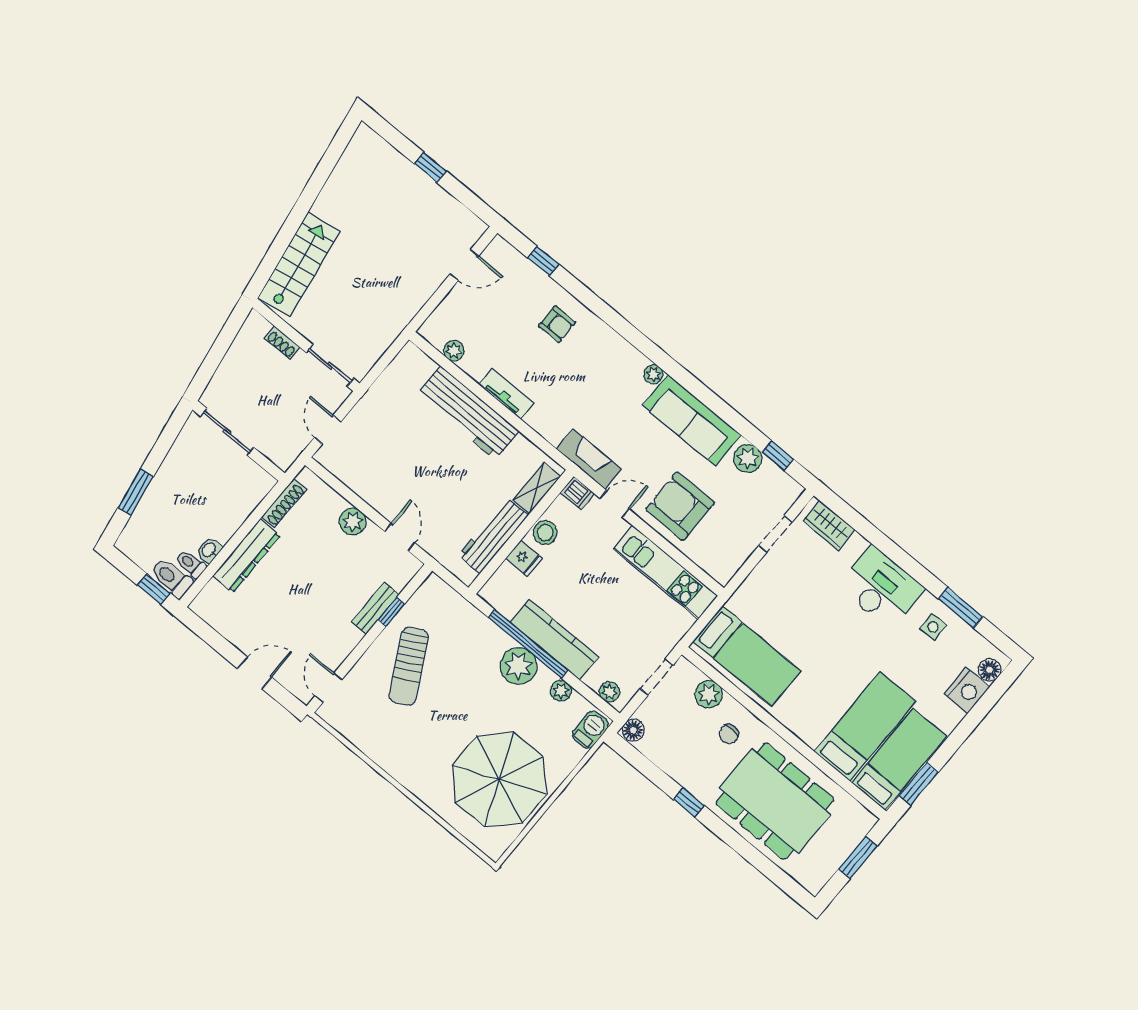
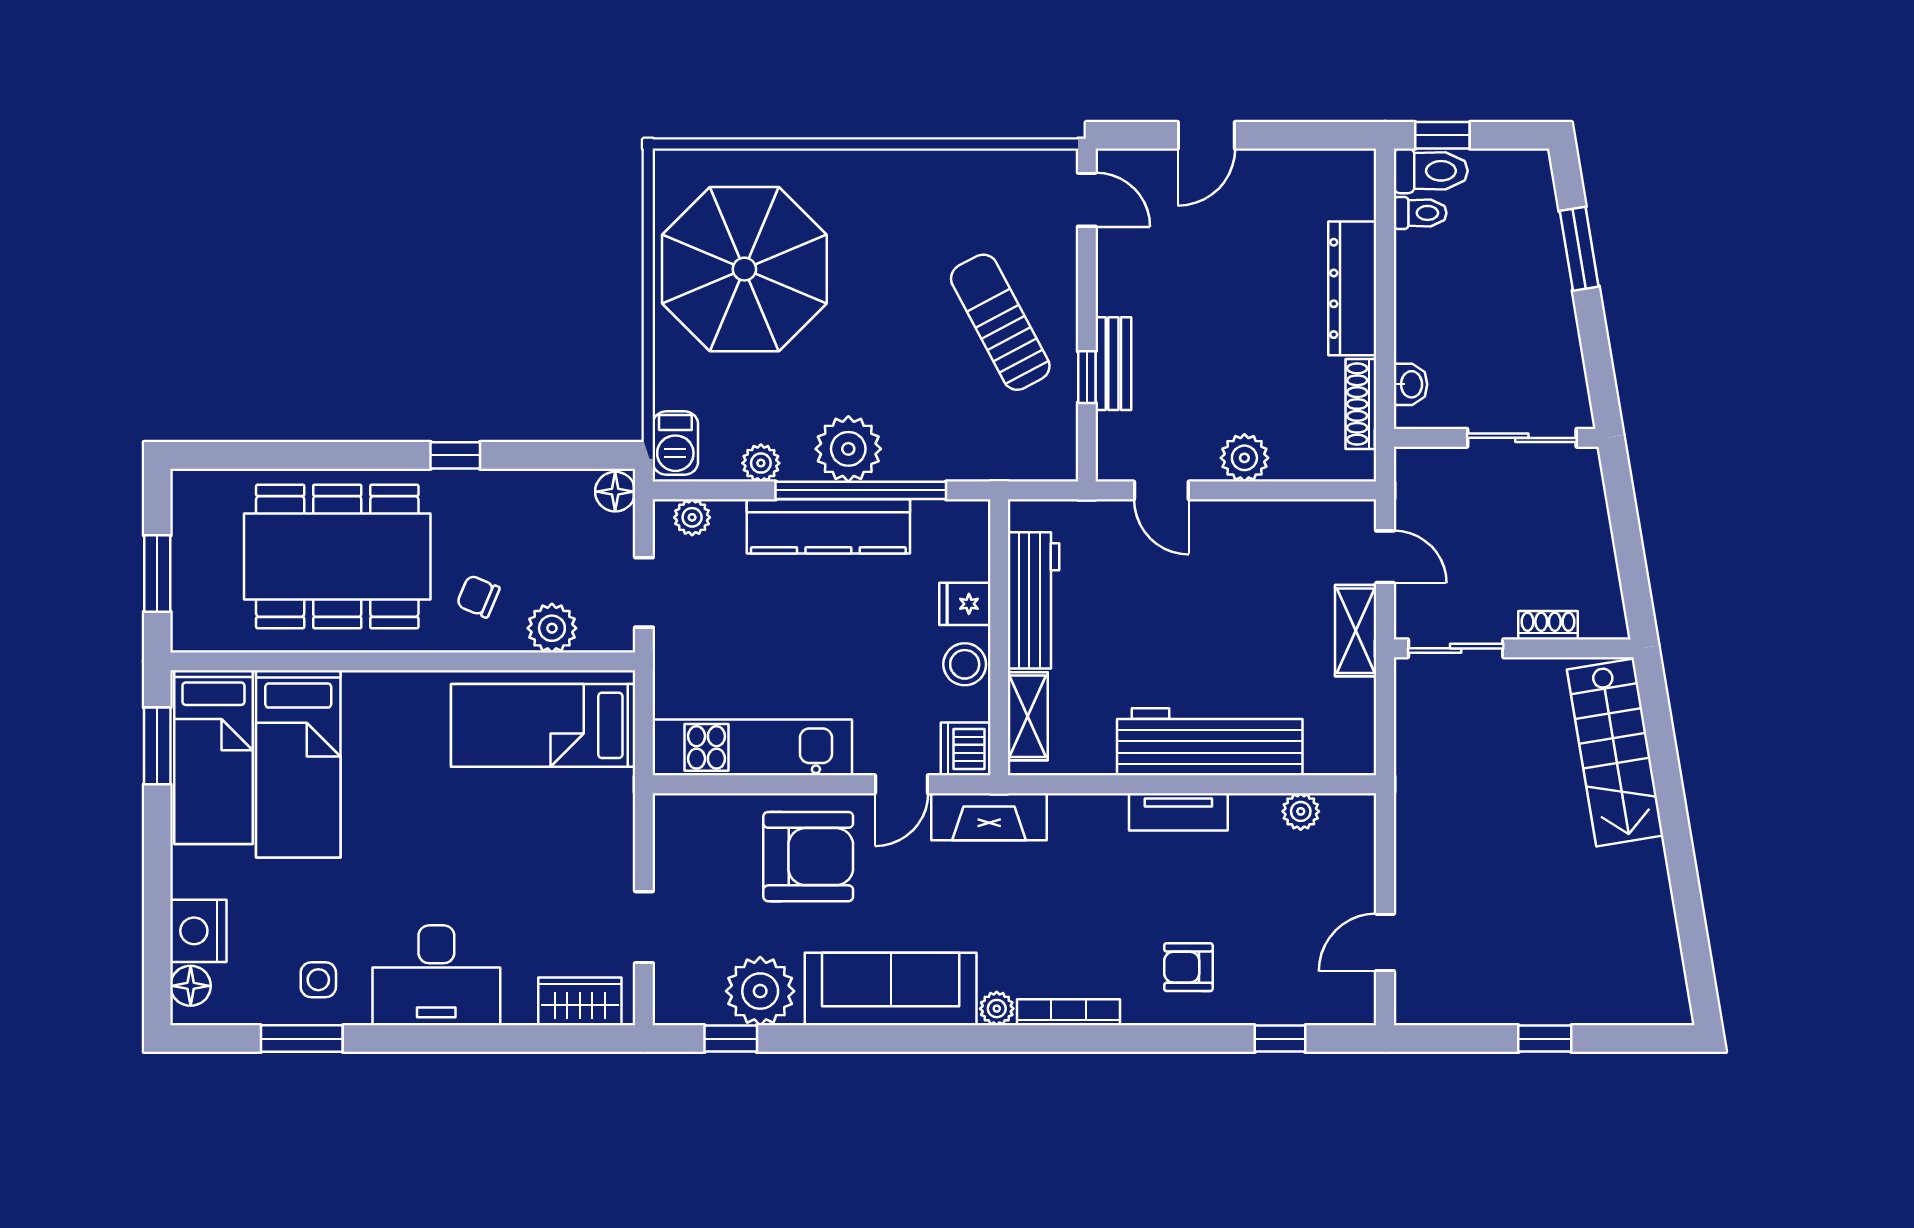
bookcase: (624, 347) -> (1068, 1012), added
shelving: (366, 408) -> (1356, 631), added
plant: (748, 459) -> (760, 991), width x1.36, depth x1.36
dishwasher: (577, 493) -> (966, 749), width x1.38
washbasin: (209, 550) -> (1410, 384), moved
chair: (729, 734) -> (478, 596), turned -67

